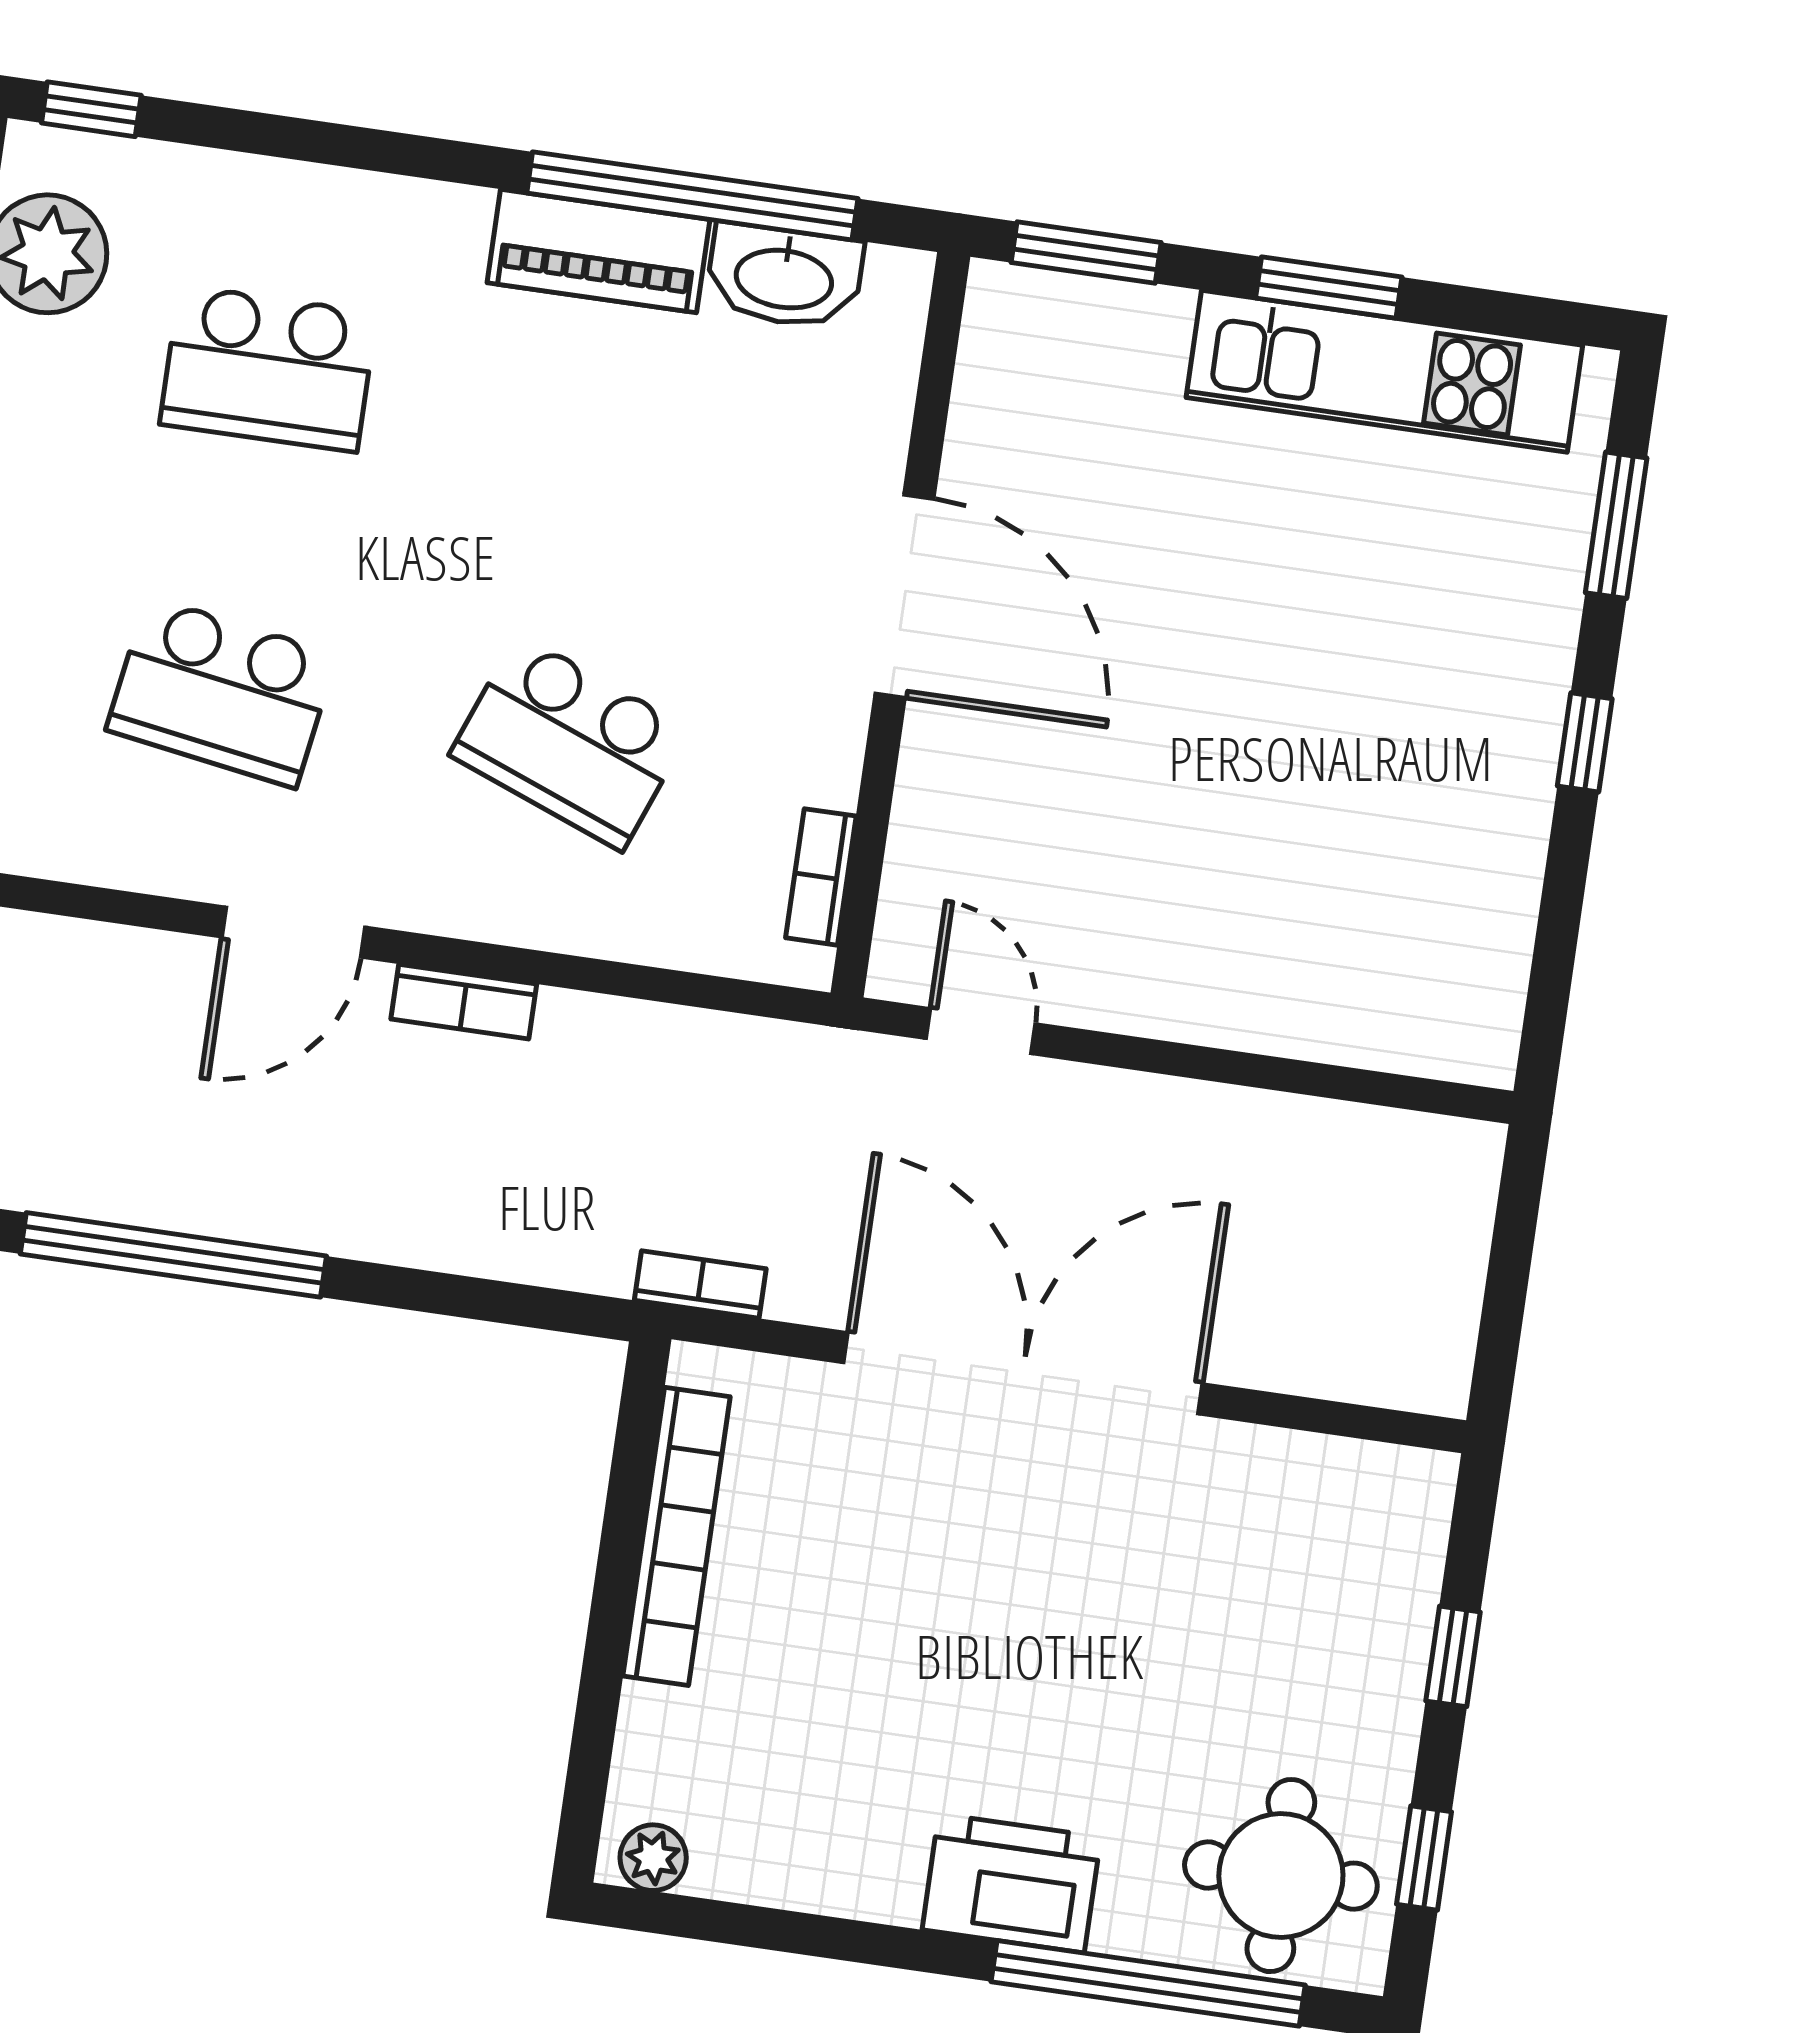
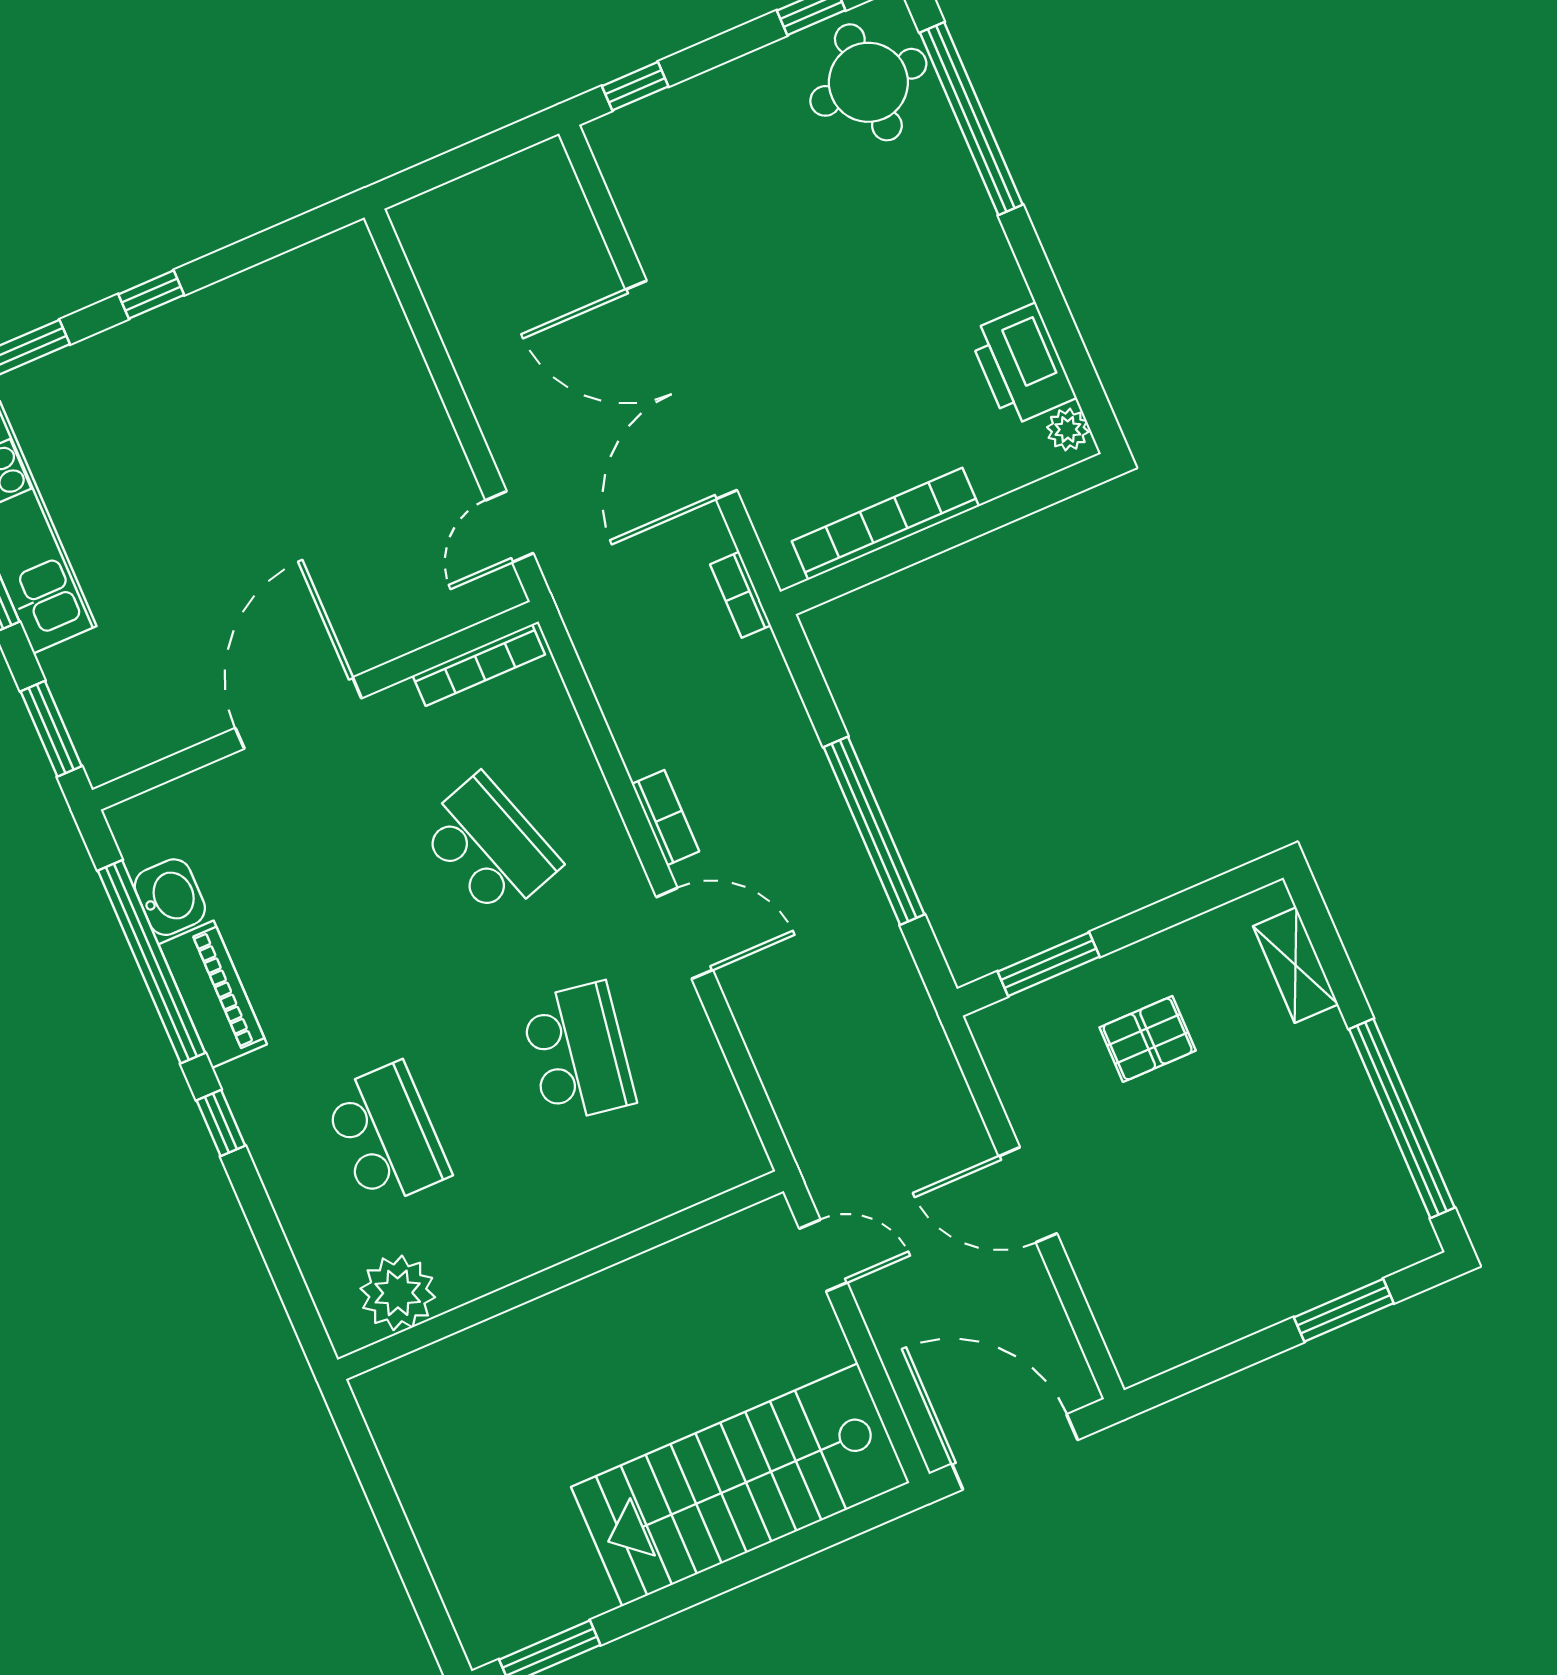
window: (91, 109) -> (221, 1123), moved
washbasin: (784, 276) -> (170, 897), width x0.72
school desk: (570, 742) -> (489, 846), turned -39
bookcase: (821, 877) -> (479, 665), width x1.56
window: (173, 1255) -> (874, 831), moved
window: (1453, 1656) -> (635, 86), moved
printer: (1011, 1883) -> (1022, 365), moved

